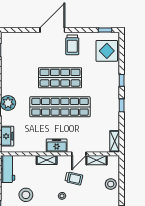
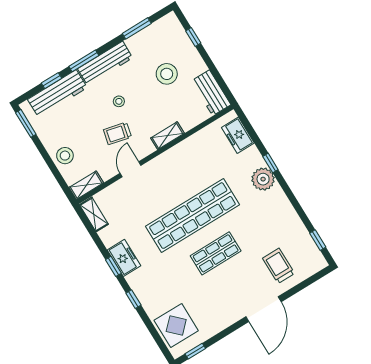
trolley: (72, 45) -> (279, 266), moved
shop shelf: (60, 78) -> (216, 253), width x0.70, depth x0.74
freezer: (57, 146) -> (124, 258), moved, turned -90
shelving: (97, 160) -> (86, 185), moved

